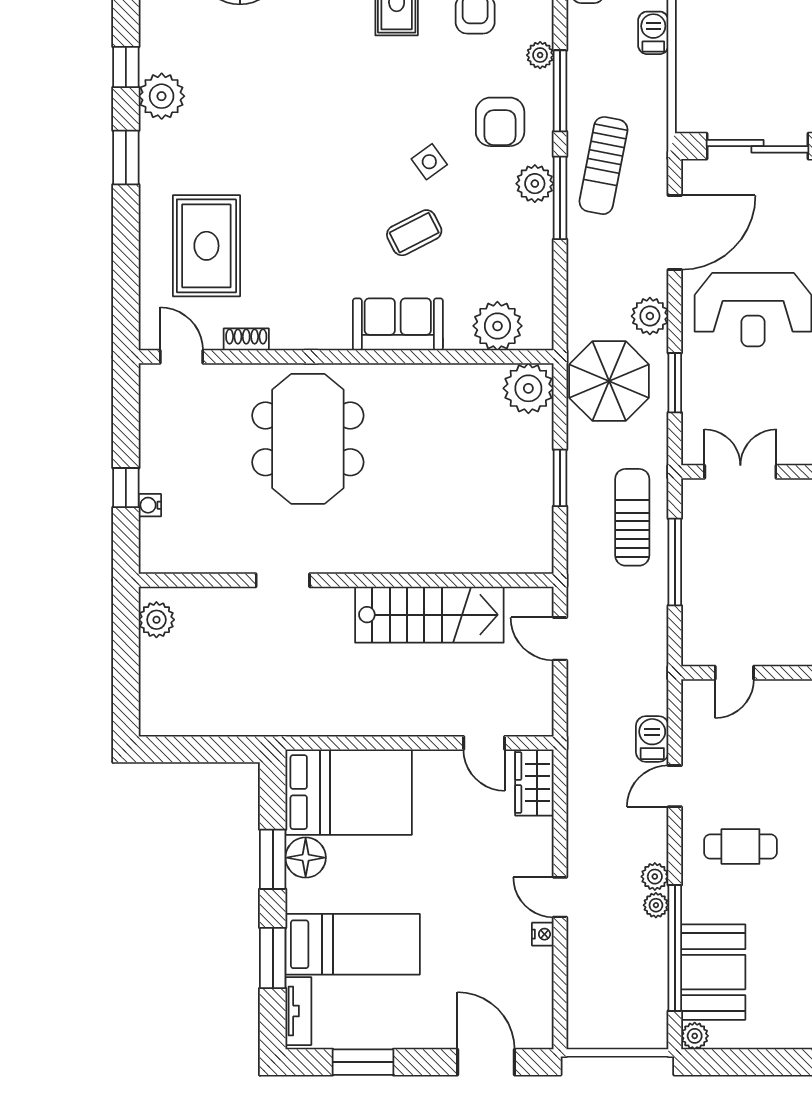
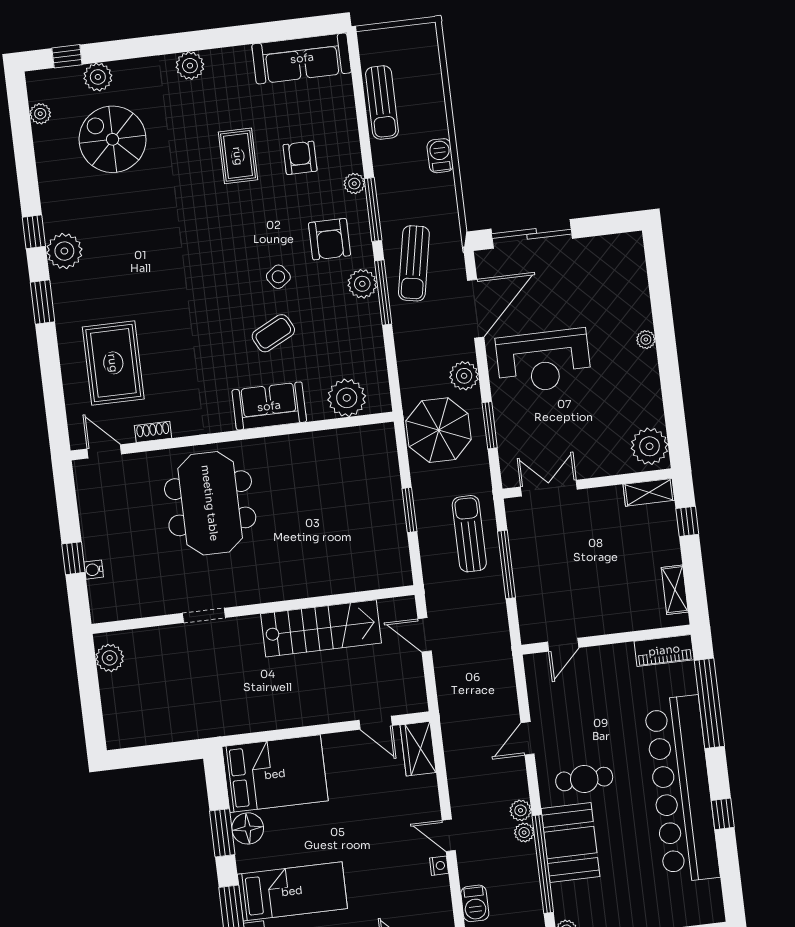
plant: (528, 388) -> (377, 443), removed
barbecue: (652, 739) -> (475, 903), moved, turned 180
booth: (713, 972) -> (570, 843), moved

